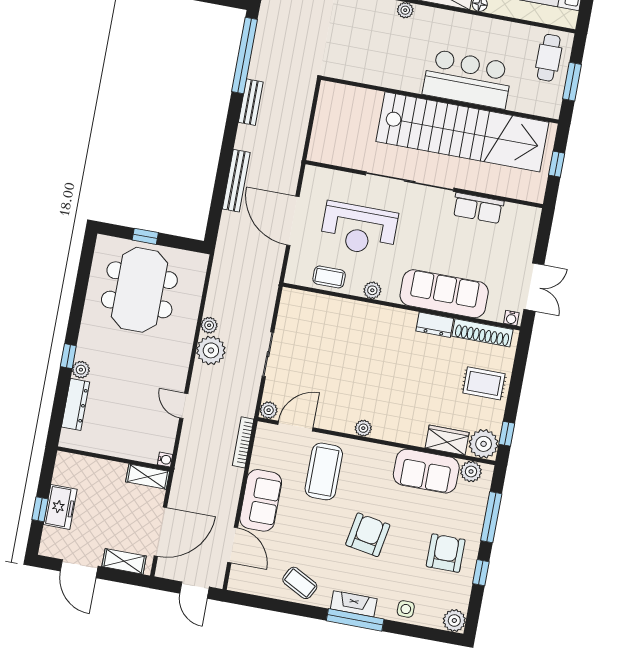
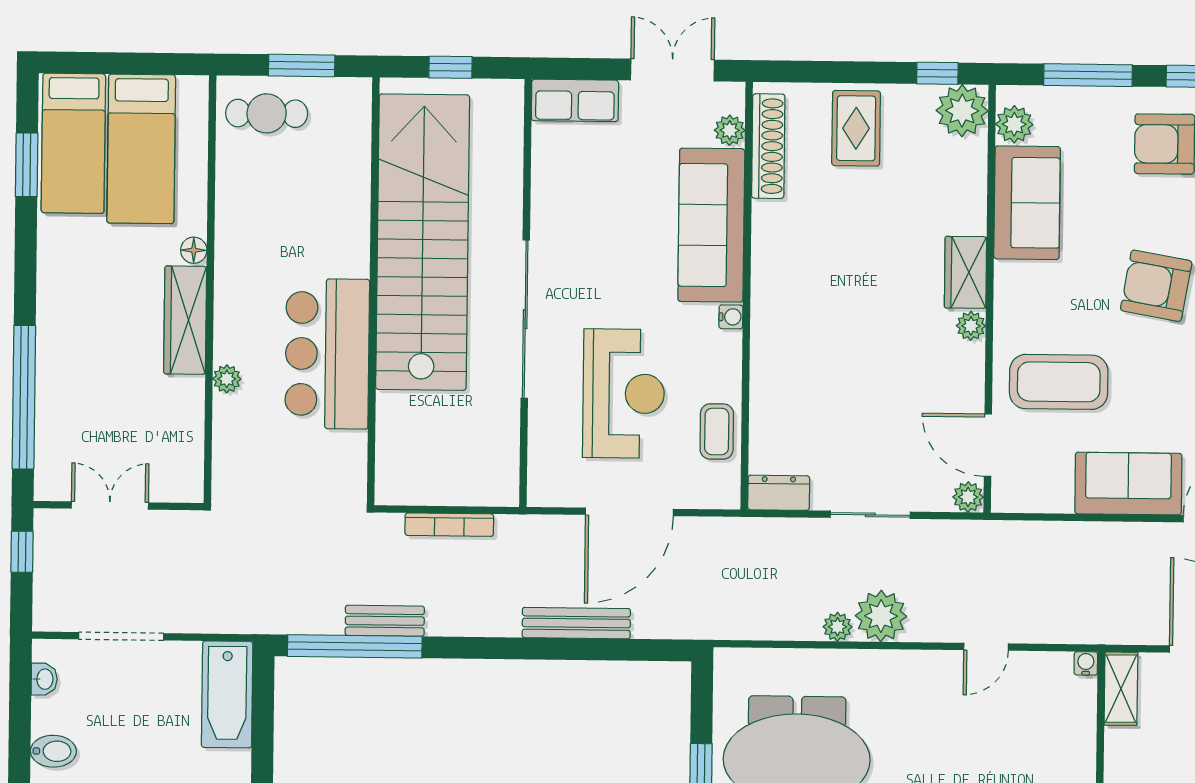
bar counter: (468, 79) -> (327, 354), moved
bench: (251, 102) -> (385, 621), moved
row of seats: (478, 208) -> (575, 100), moved, turned 90
plant: (372, 290) -> (730, 130), moved
water cooler: (511, 318) -> (731, 317), moved
dresser: (435, 325) -> (779, 493), moved, turned -90
wardrobe: (447, 440) -> (965, 272), moved
bookcase: (243, 442) -> (449, 525), moved

